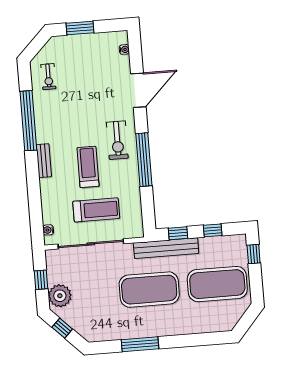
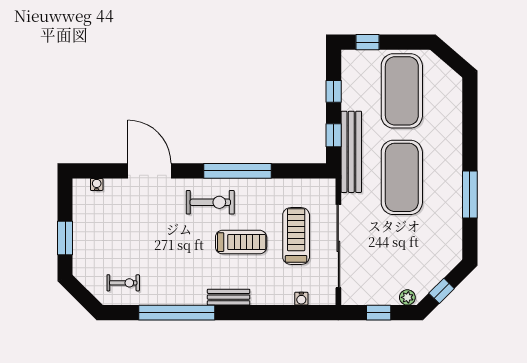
treadmill: (88, 167) -> (241, 242), turned 180
water cooler: (48, 230) -> (301, 299), moved
plant: (60, 296) -> (407, 297), width x0.53, depth x0.53

